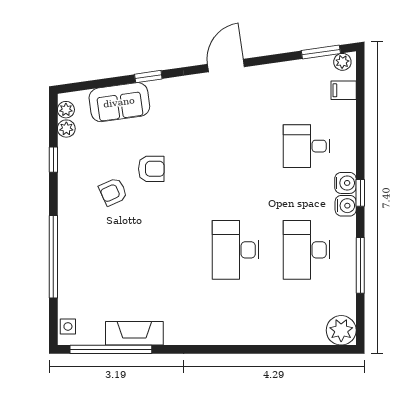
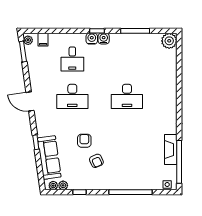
sofa: (119, 102) -> (49, 157), width x1.36
desk: (307, 250) -> (72, 96), moved

